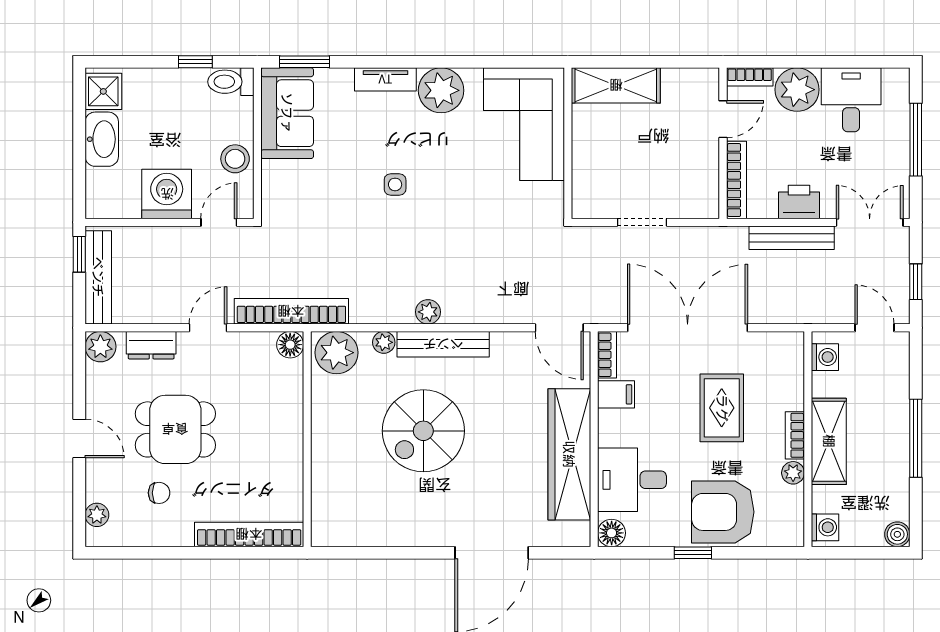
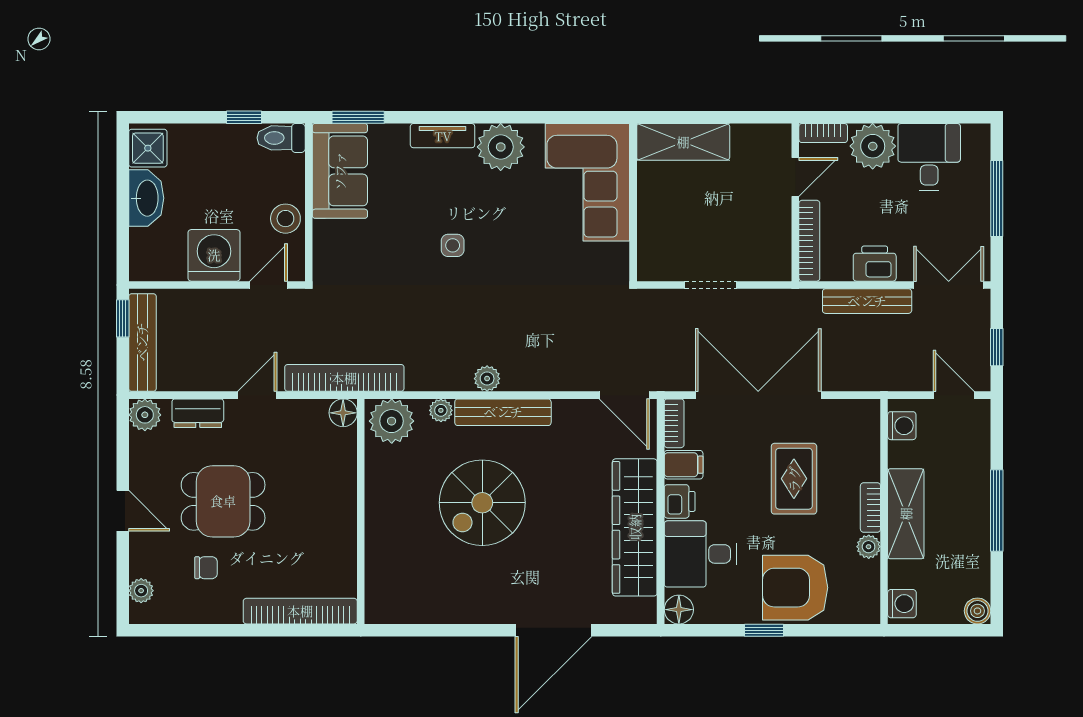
printer: (612, 430) -> (680, 501), added

